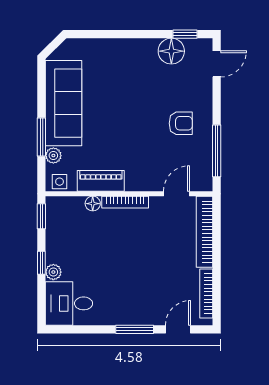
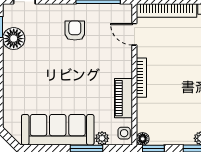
floor lamp: (93, 204) -> (143, 139), moved

